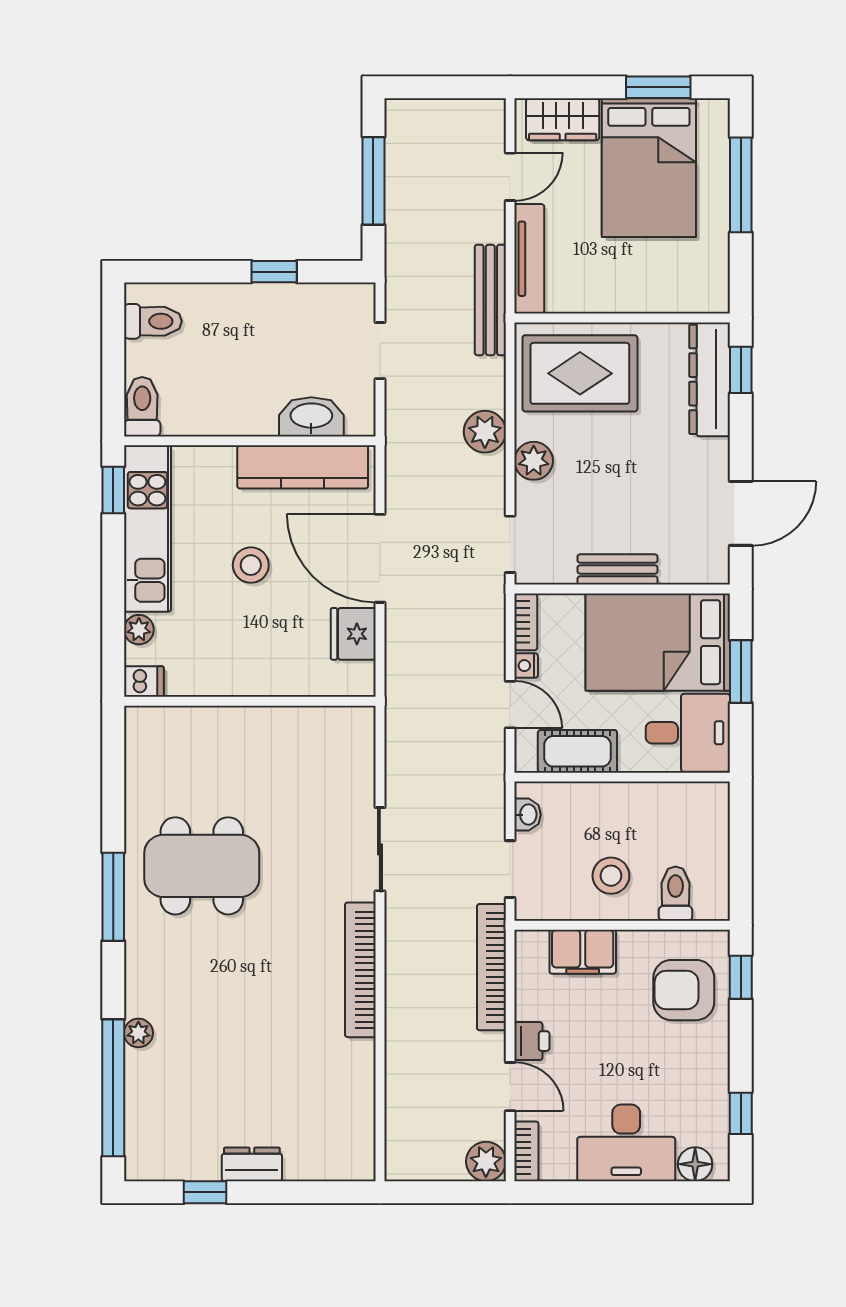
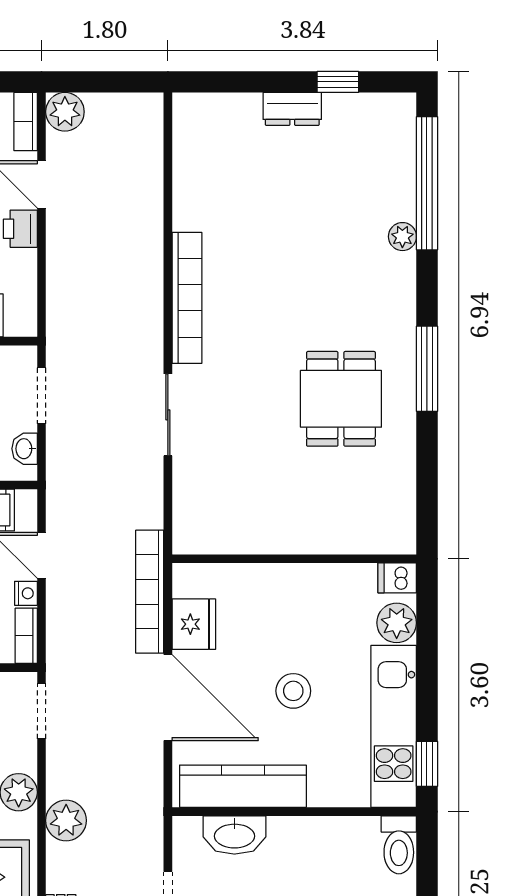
plant: (139, 630) -> (397, 623), width x1.38, depth x1.38
dining table: (202, 866) -> (341, 399), width x0.73
bookcase: (491, 967) -> (150, 592), moved, turned 180

